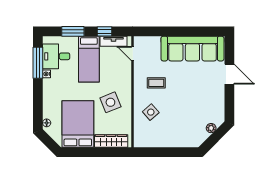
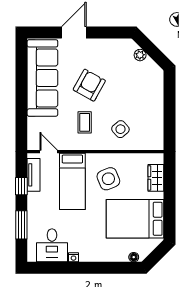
door: (133, 54) -> (49, 152), swing flipped
bed: (89, 59) -> (72, 181), moved, turned 90
window: (38, 63) -> (60, 268), removed
armchair: (187, 87) -> (89, 85), added
wardrobe: (111, 141) -> (156, 178), width x0.67

